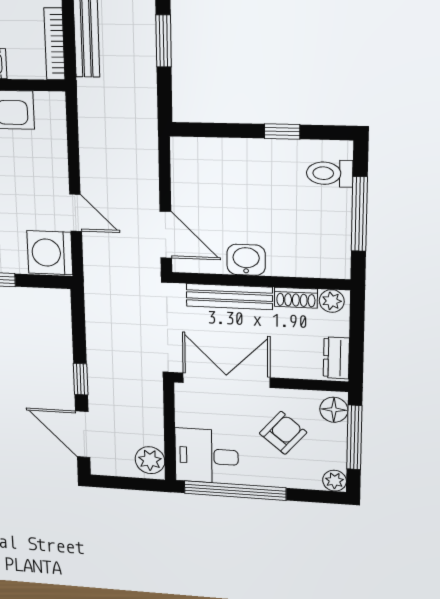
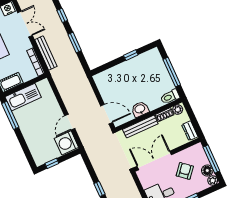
toilet: (330, 173) -> (170, 97), moved
door: (76, 213) -> (70, 122), swing flipped
floor lamp: (334, 410) -> (207, 170), moved

